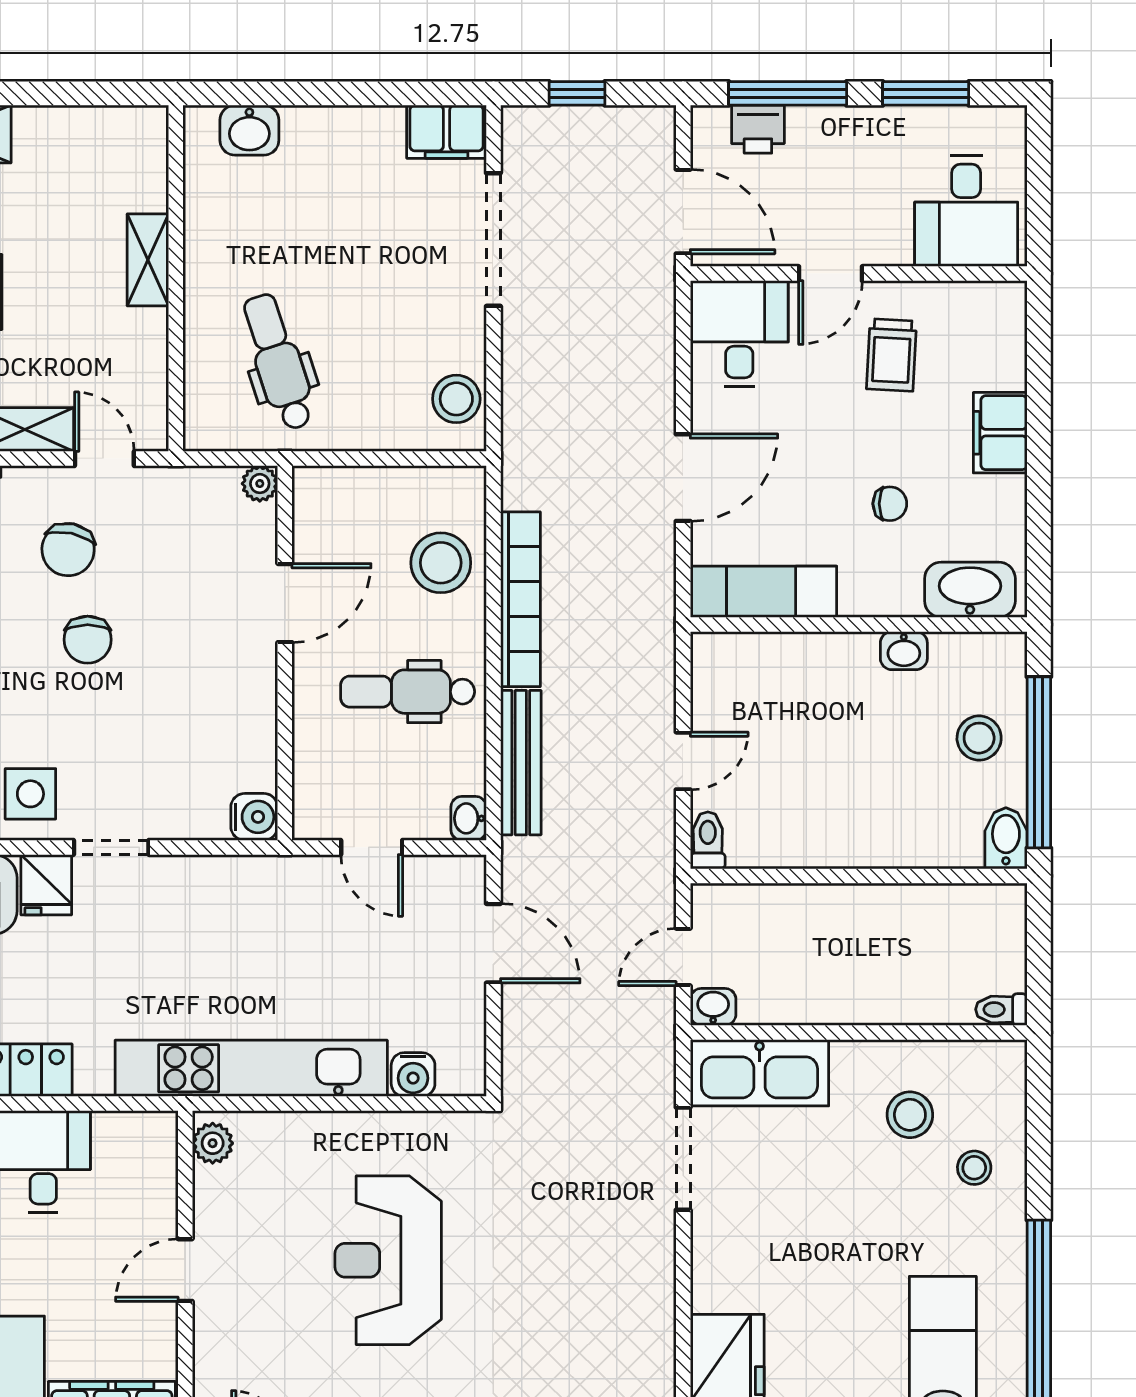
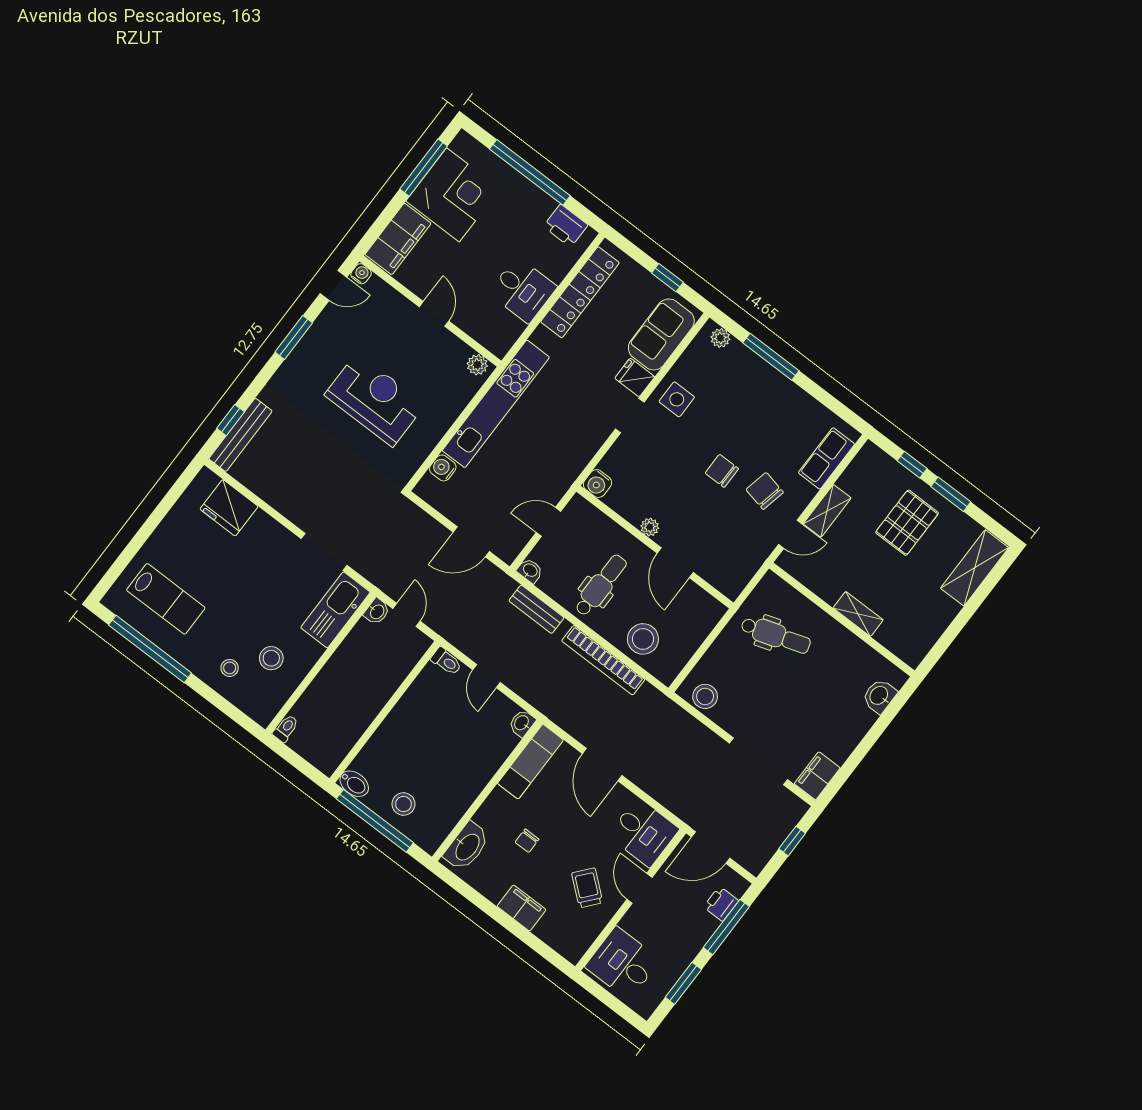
trolley: (892, 355) -> (587, 888), turned 37
plant: (260, 484) -> (650, 527), moved
washbasin: (904, 651) -> (522, 723), moved
bench: (521, 763) -> (536, 609), width x0.73

